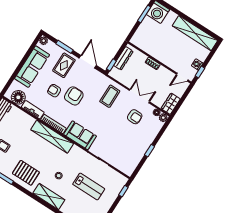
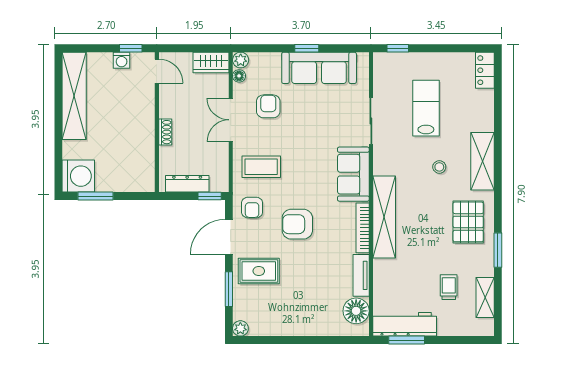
sofa: (32, 67) -> (319, 68), moved, turned 180
armchair: (54, 91) -> (252, 208), moved

